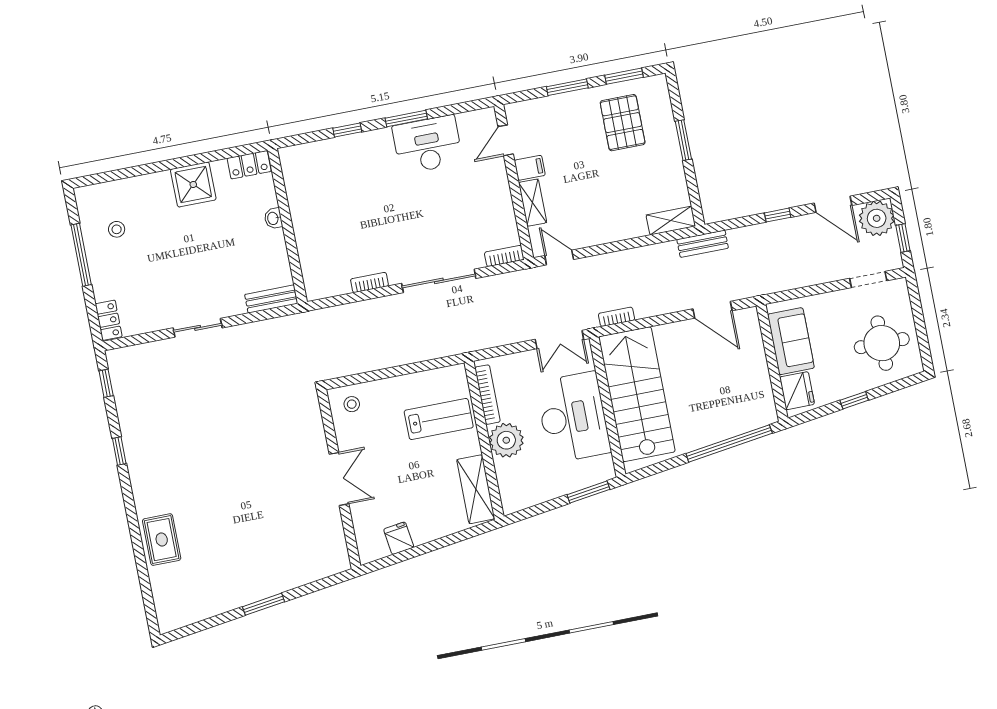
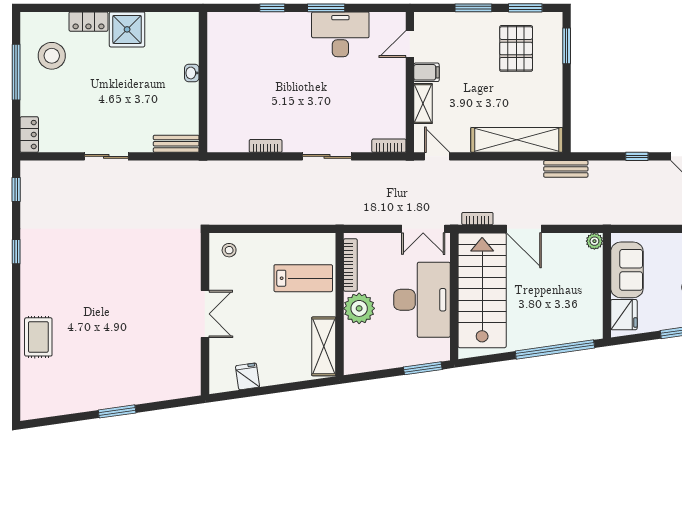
window: (683, 140) -> (567, 46), moved
locker: (249, 165) -> (88, 22), moved
shelving: (671, 221) -> (517, 140), width x2.20, depth x1.33
stool: (117, 229) -> (52, 56), width x1.89, depth x1.89
sliding door: (439, 281) -> (327, 156), width x0.73
door: (713, 310) -> (524, 229), moved
plant: (749, 317) -> (594, 241), added

